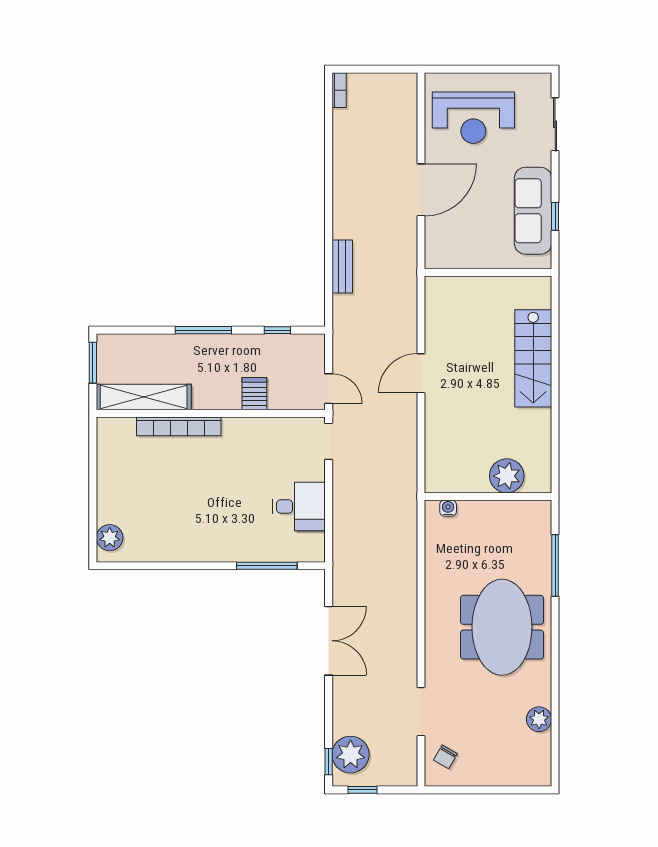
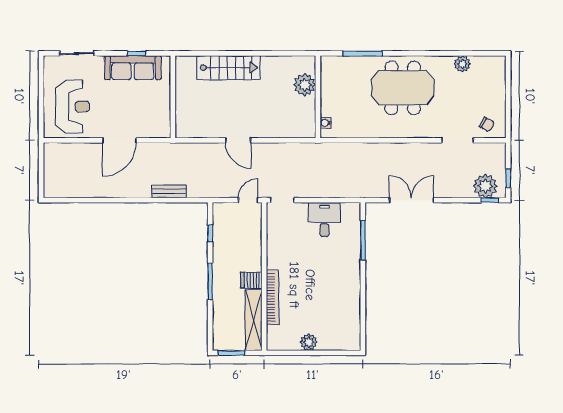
bookcase: (339, 90) -> (55, 193), removed
door: (421, 190) -> (119, 140), swing flipped
server rack: (254, 394) -> (251, 280), moved
plant: (110, 538) -> (309, 342), moved

